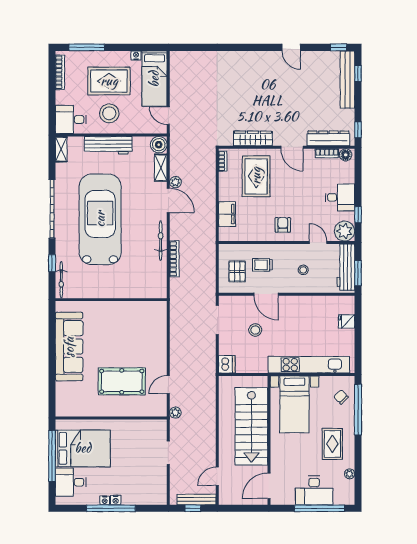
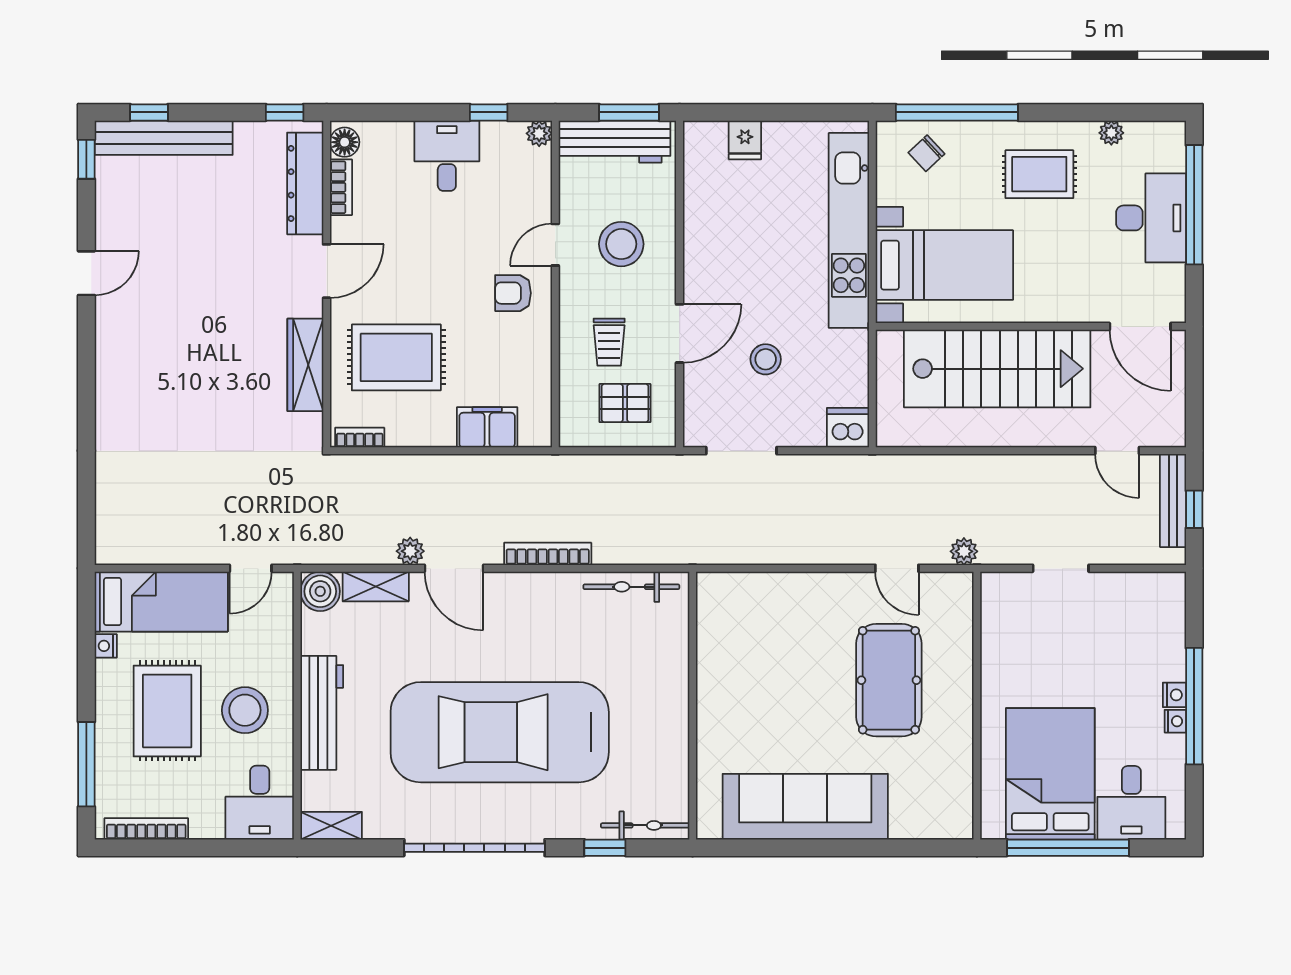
door: (168, 200) -> (454, 568), swing flipped
plant: (345, 231) -> (539, 133), width x0.53, depth x0.53
bicycle: (161, 241) -> (631, 587), moved
door: (318, 243) -> (555, 245), moved
bookcase: (174, 259) -> (548, 554), moved
stool: (303, 270) -> (621, 244), width x1.89, depth x1.89

